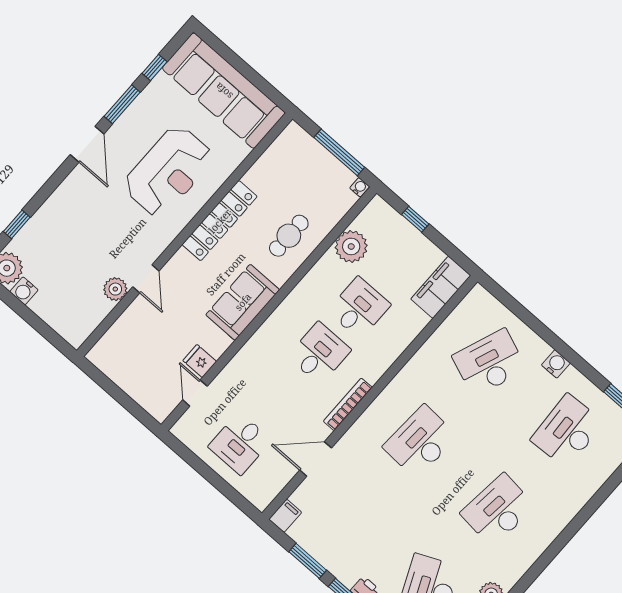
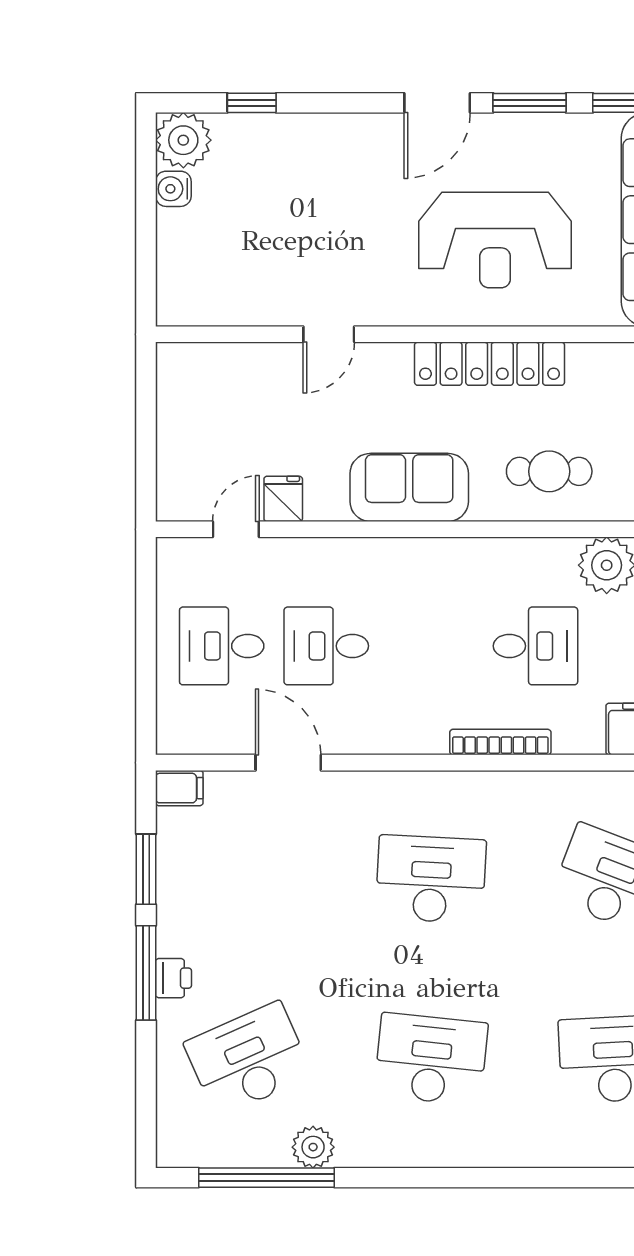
plant: (115, 289) -> (280, 306), removed
desk: (319, 353) -> (326, 646), moved, turned 180
bookcase: (348, 404) -> (500, 742), moved

